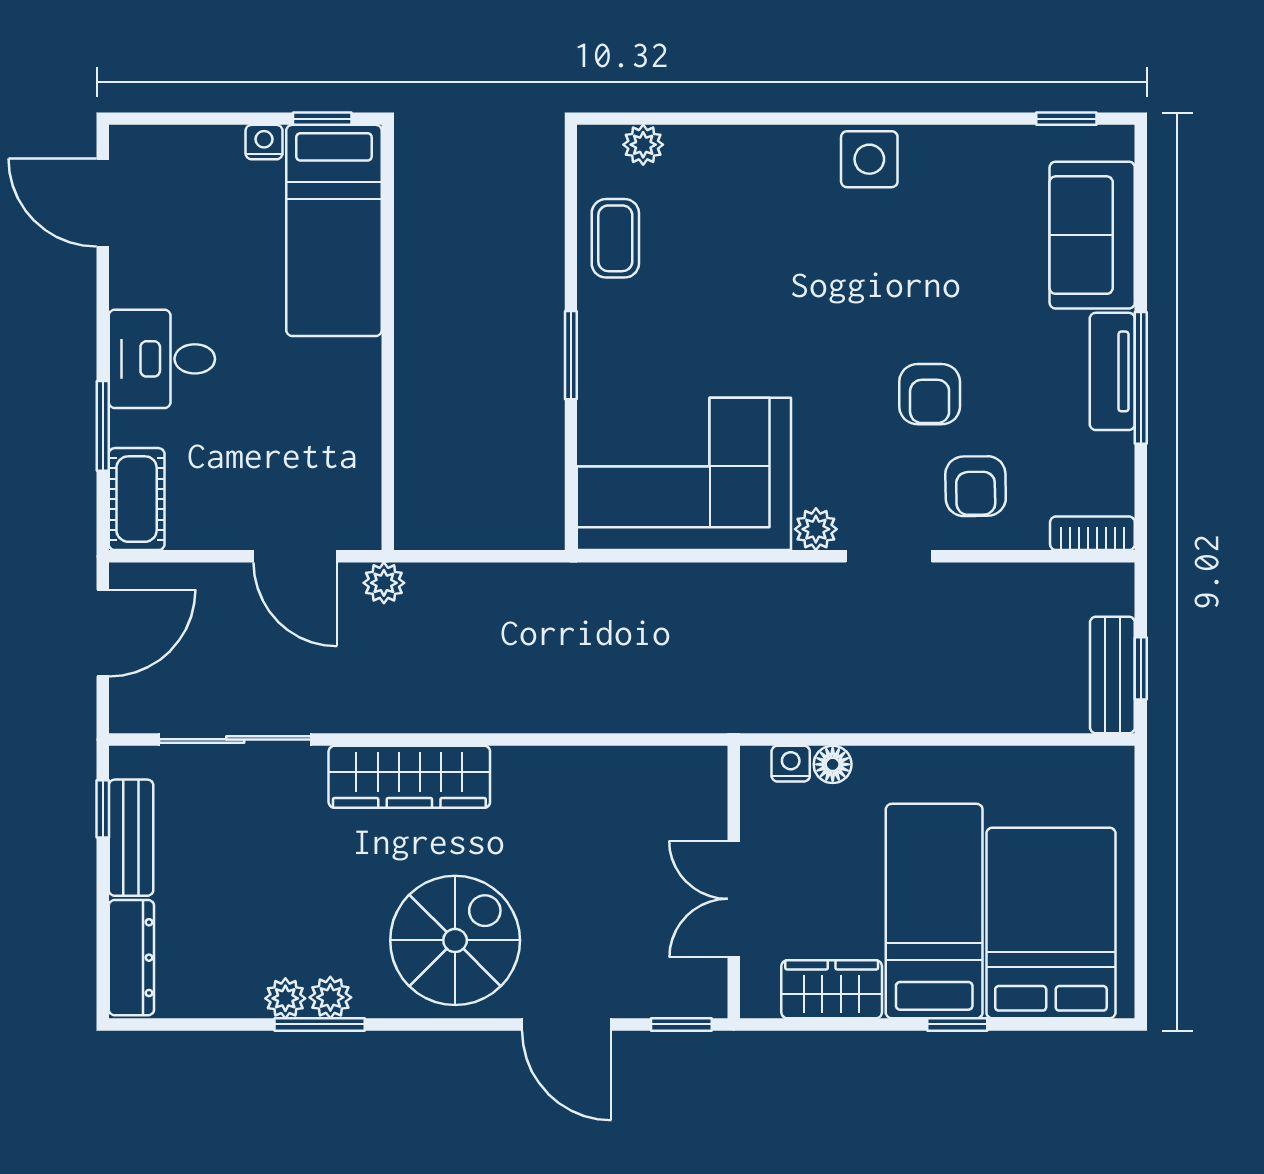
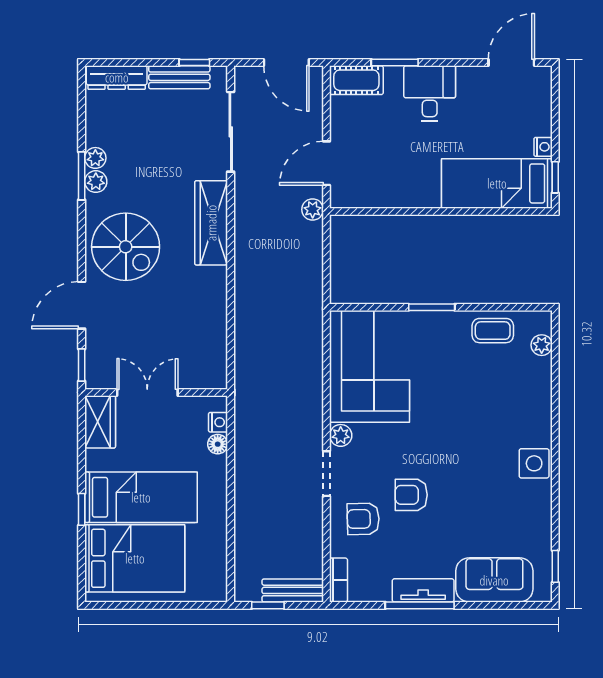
bench: (1112, 675) -> (293, 590), moved
wardrobe: (832, 989) -> (100, 422), moved

